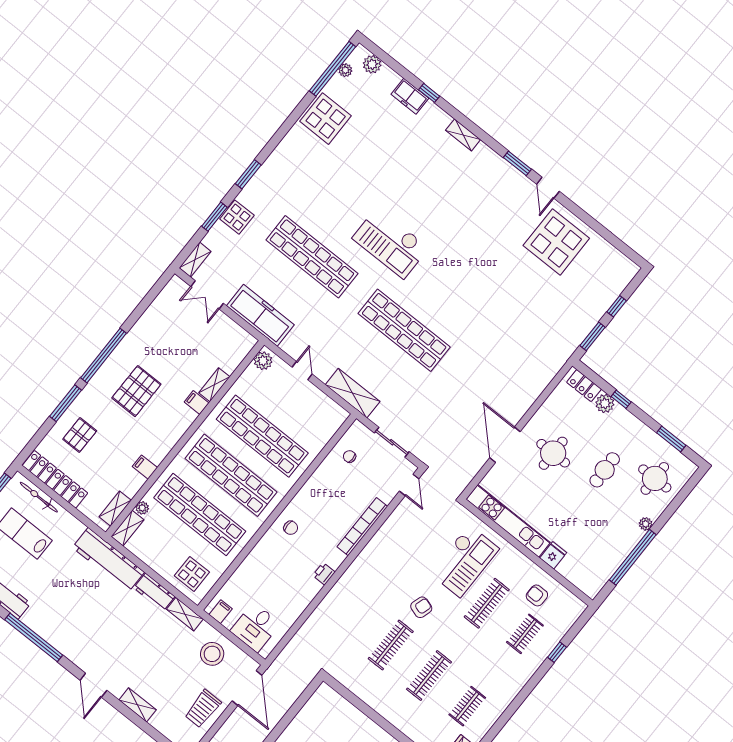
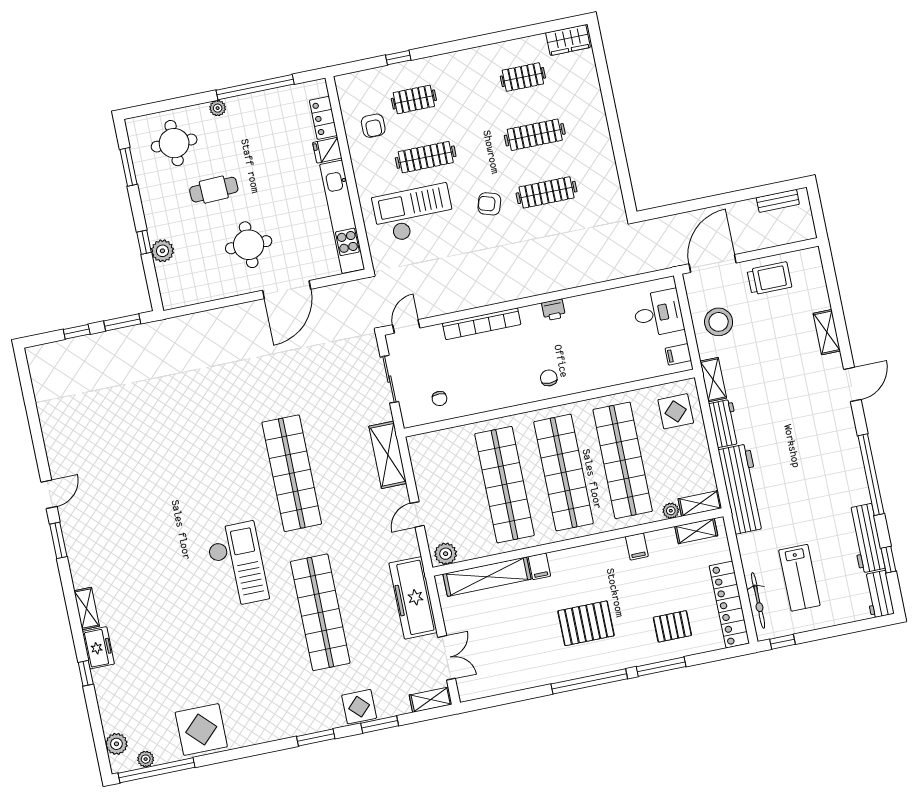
freezer: (410, 96) -> (98, 648), moved
display table: (556, 242) -> (83, 438), removed
shelving: (214, 385) -> (487, 577), width x2.20, depth x1.33
locker: (584, 386) -> (323, 118), moved, turned 180

